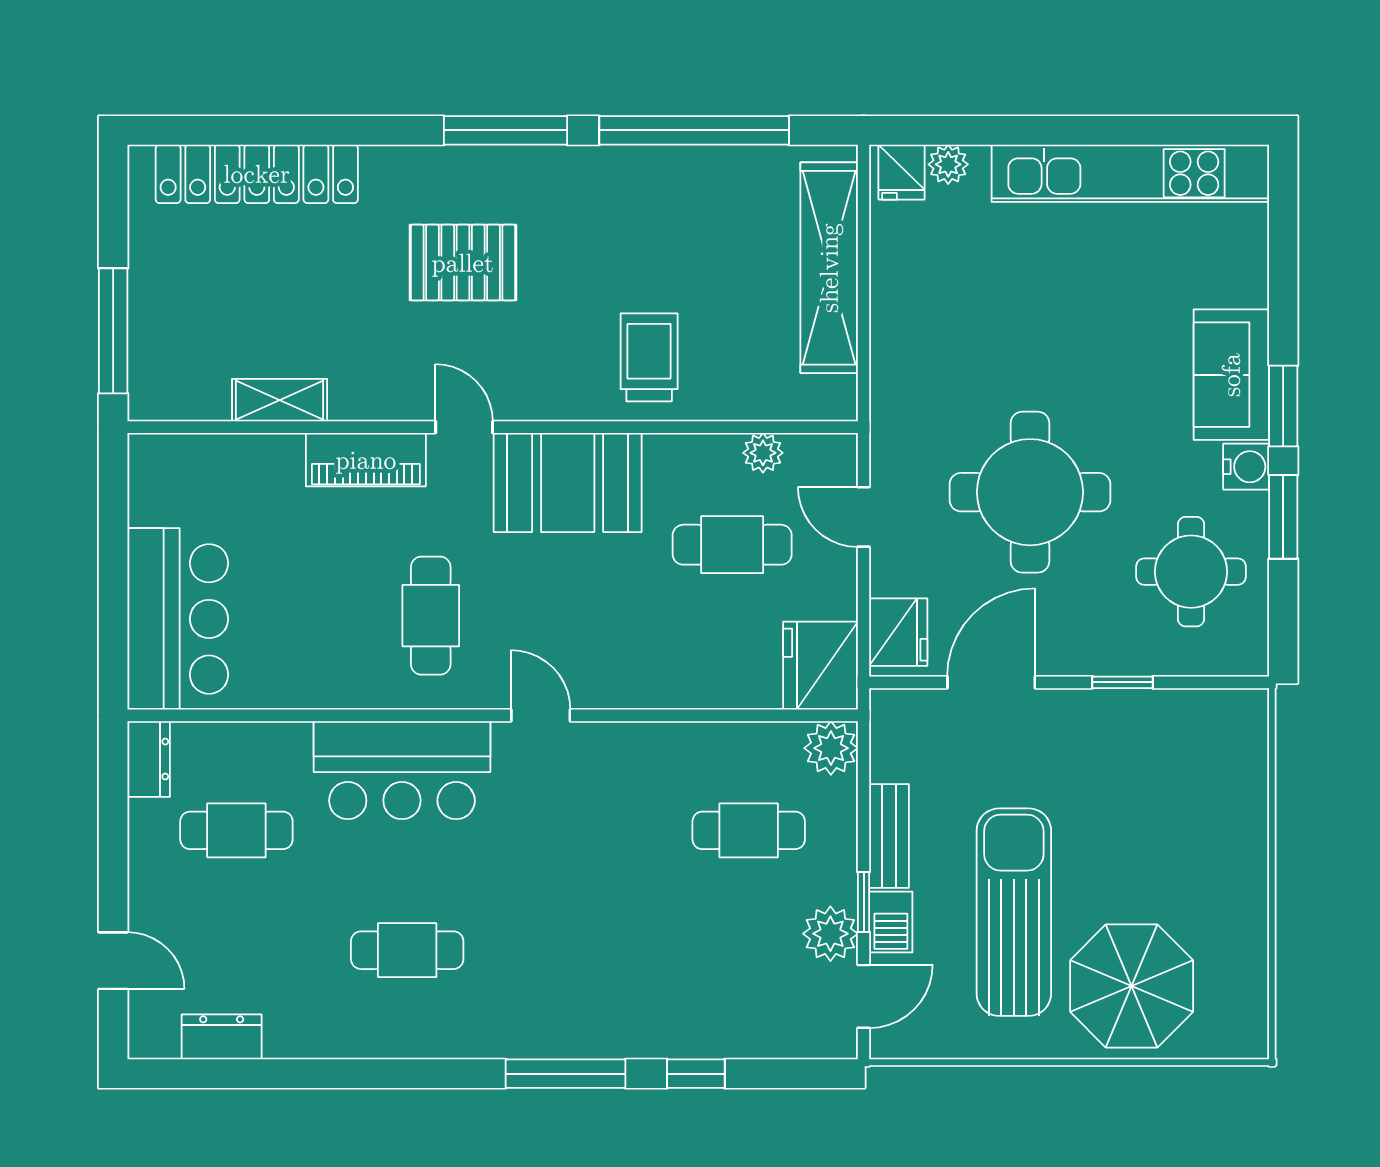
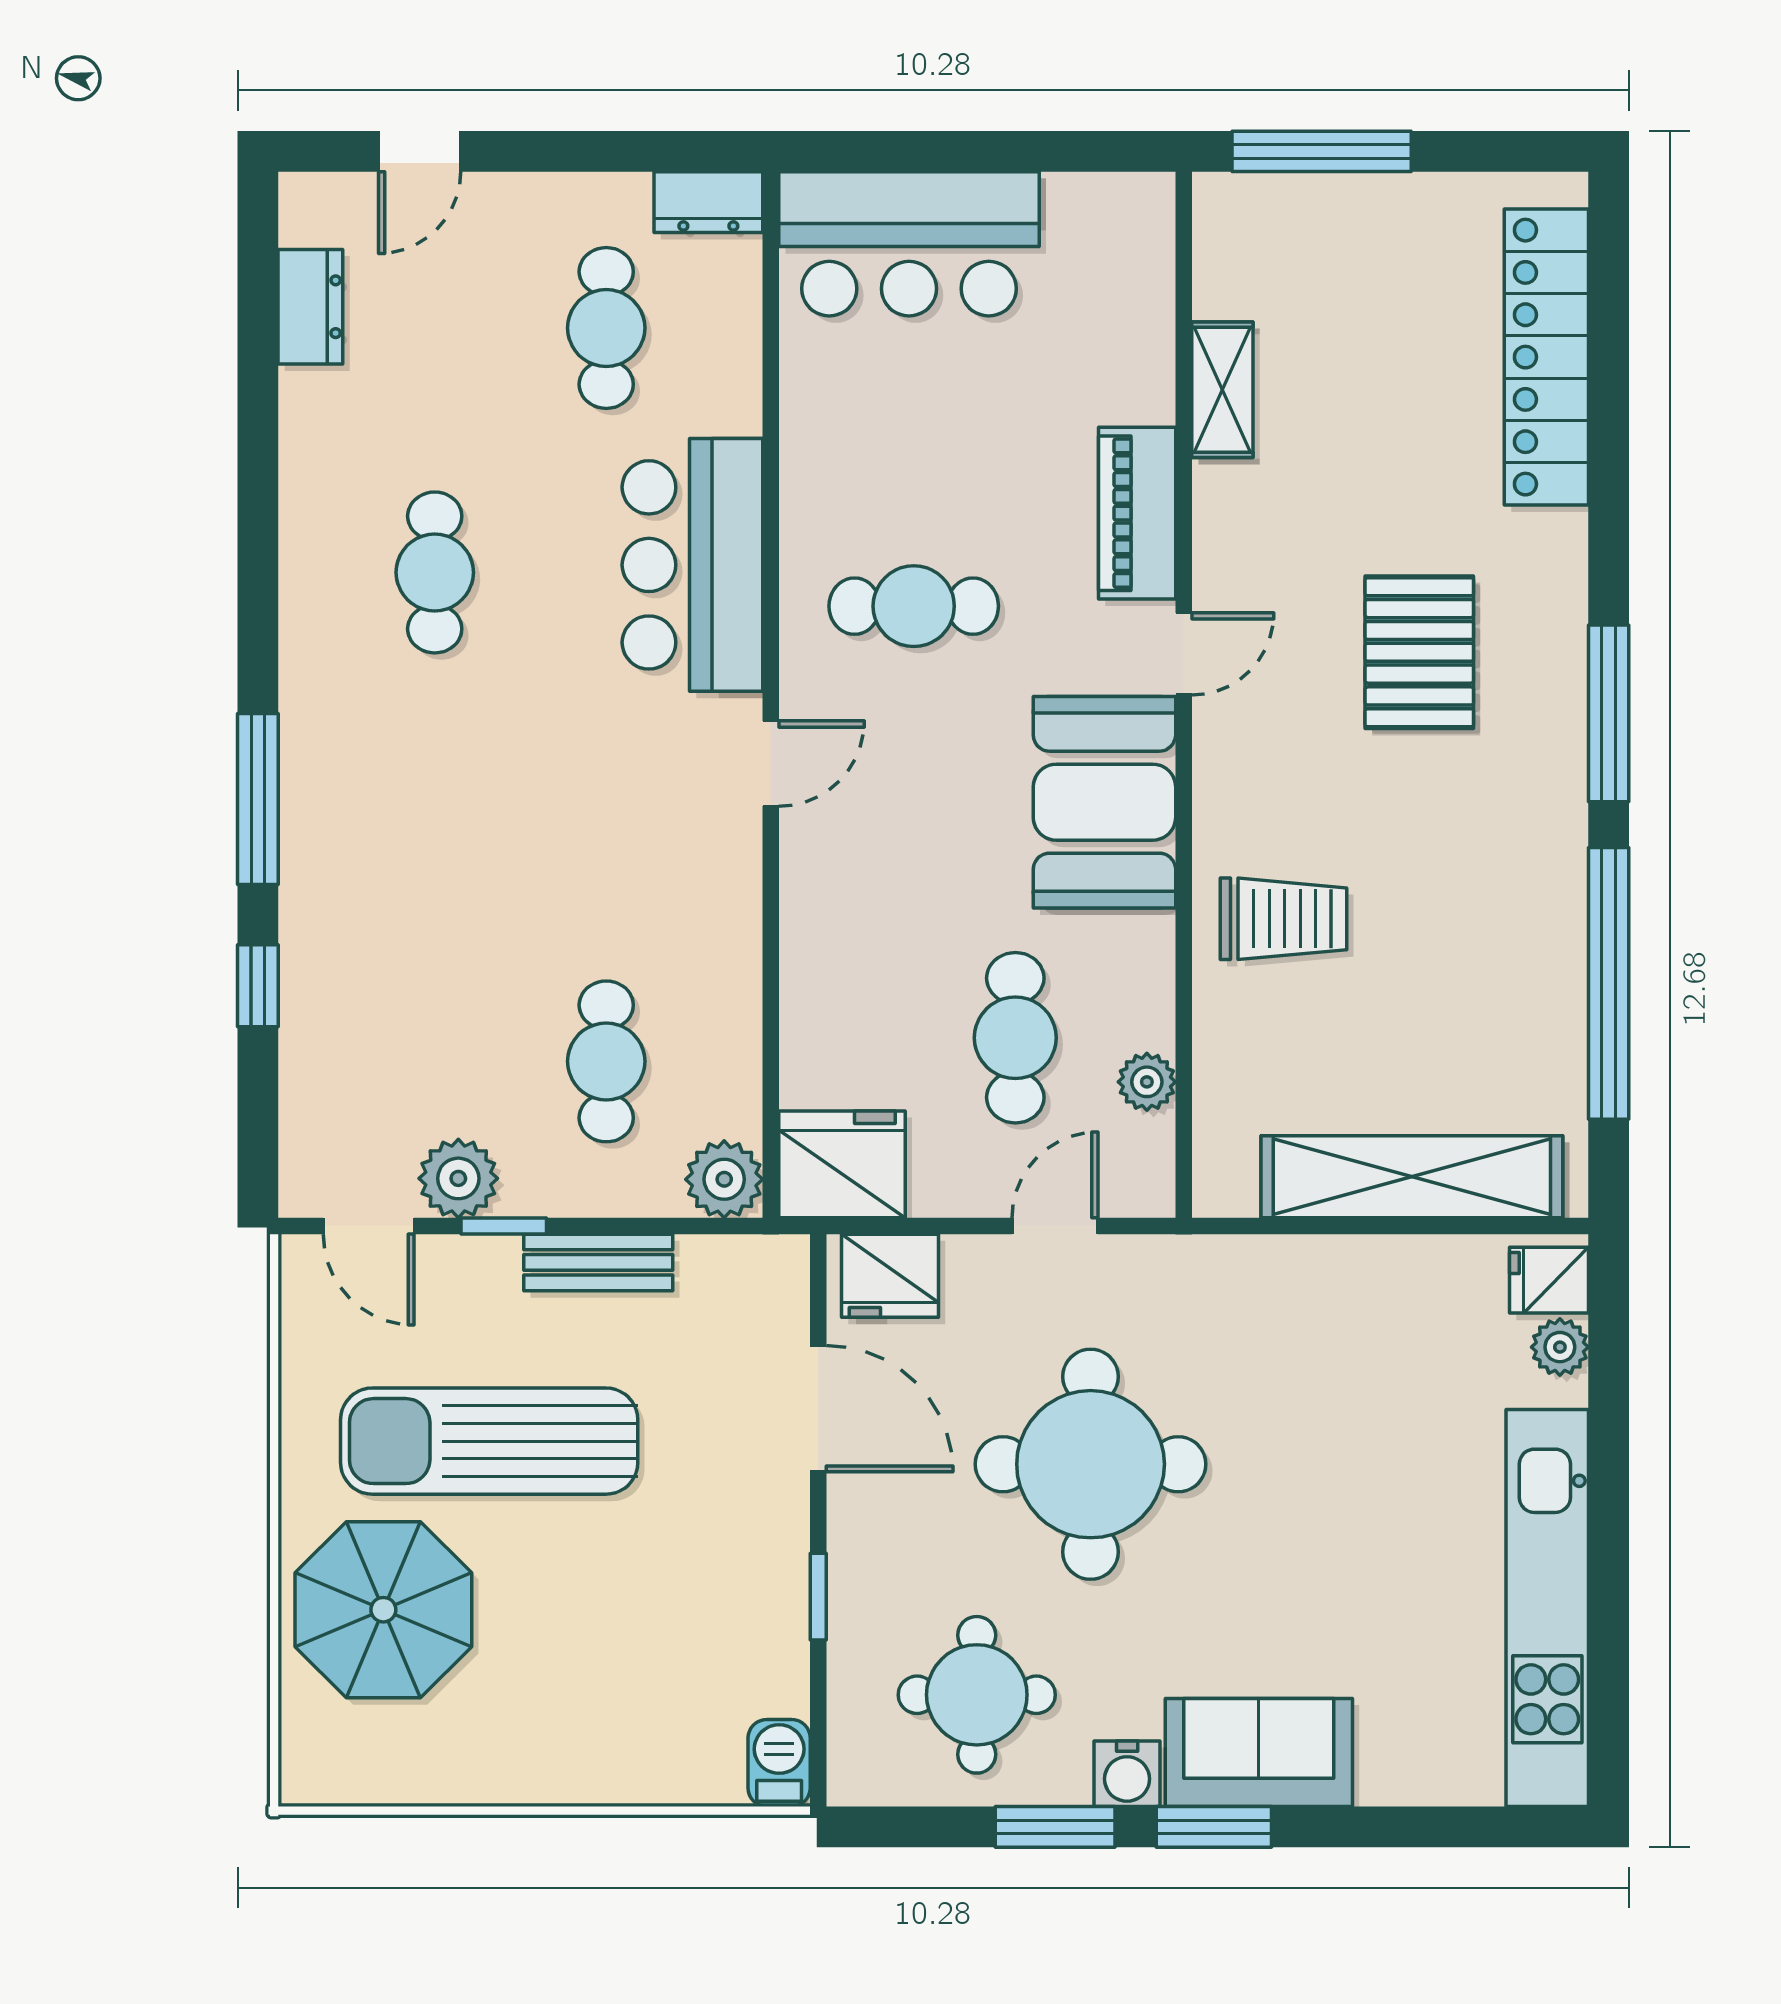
sun lounger: (1014, 912) -> (489, 1441), turned 180
barbecue: (891, 922) -> (779, 1763), moved, turned 90

